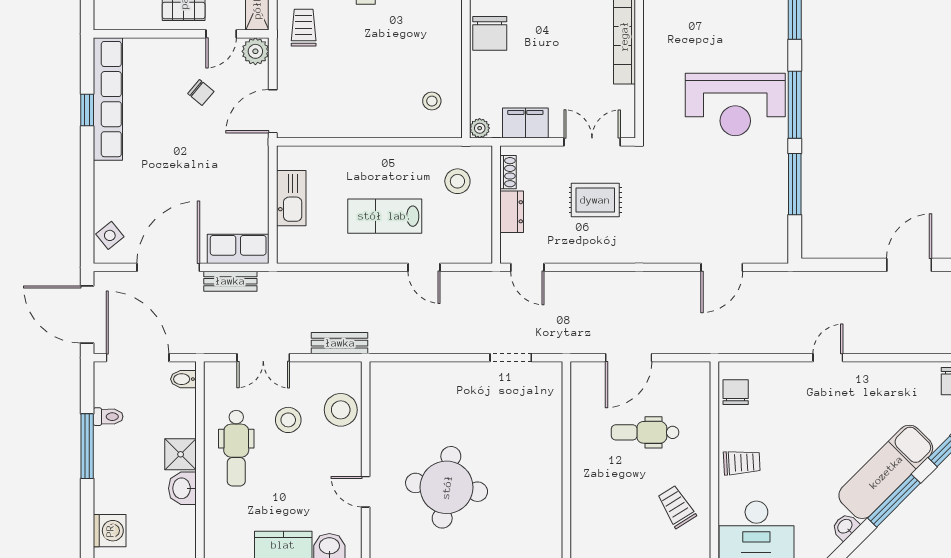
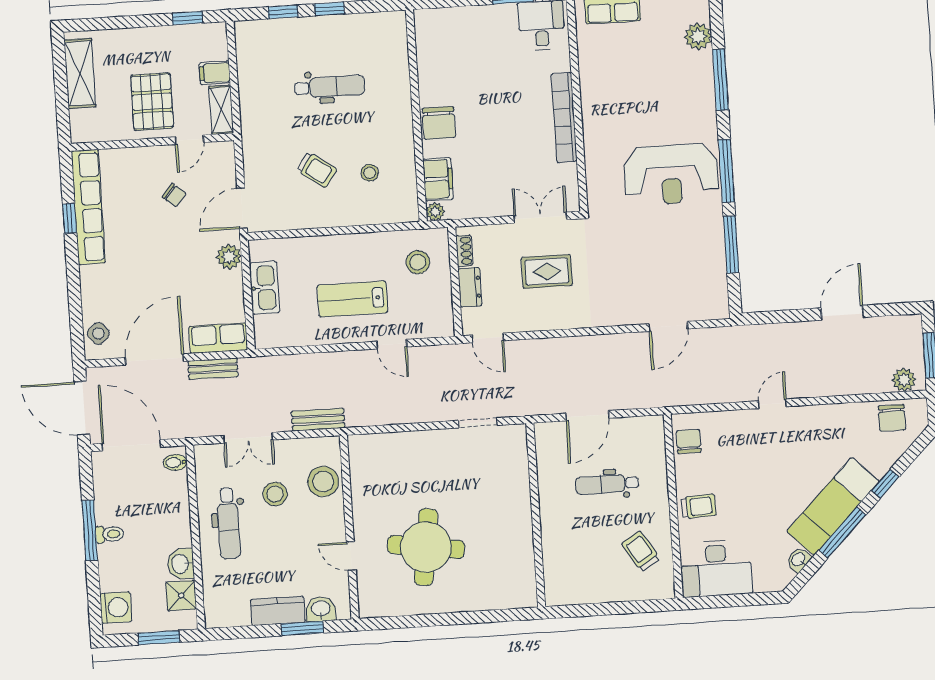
trolley: (304, 28) -> (317, 170), moved, turned 125
plant: (255, 51) -> (229, 257), moved
stool: (432, 101) -> (370, 173), moved
filing cabinet: (525, 123) -> (438, 179), moved, turned 90
toilet: (108, 417) -> (110, 534), moved
shower: (181, 454) -> (181, 596), moved

